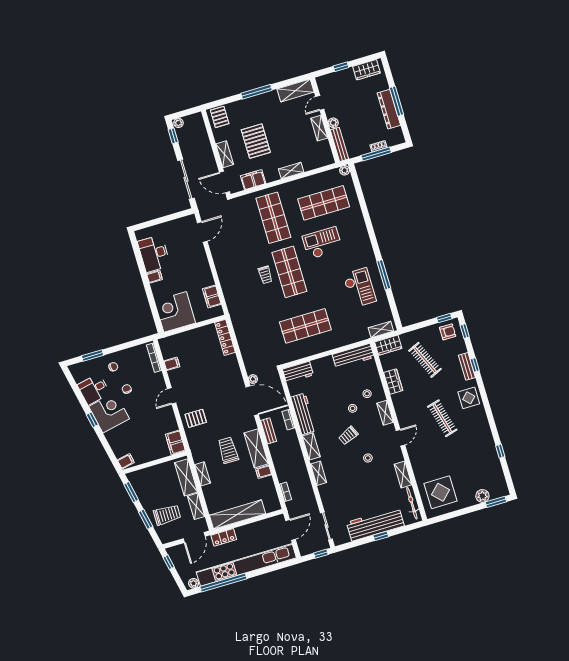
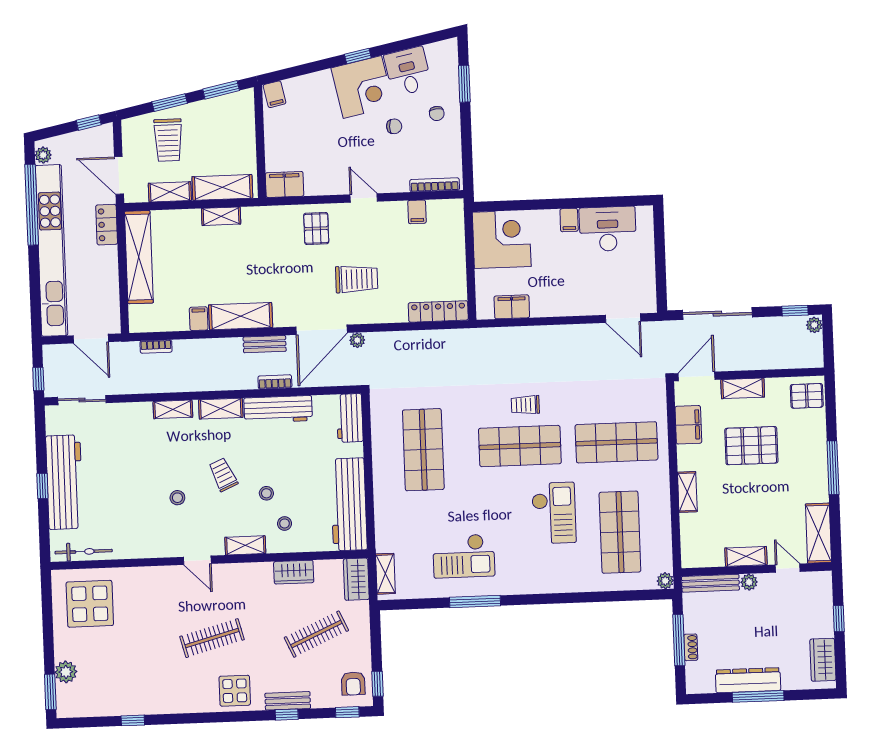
workbench: (353, 356) -> (349, 504), width x1.36, depth x1.32
trolley: (228, 450) -> (357, 279), moved
shelving: (403, 474) -> (135, 549), removed

